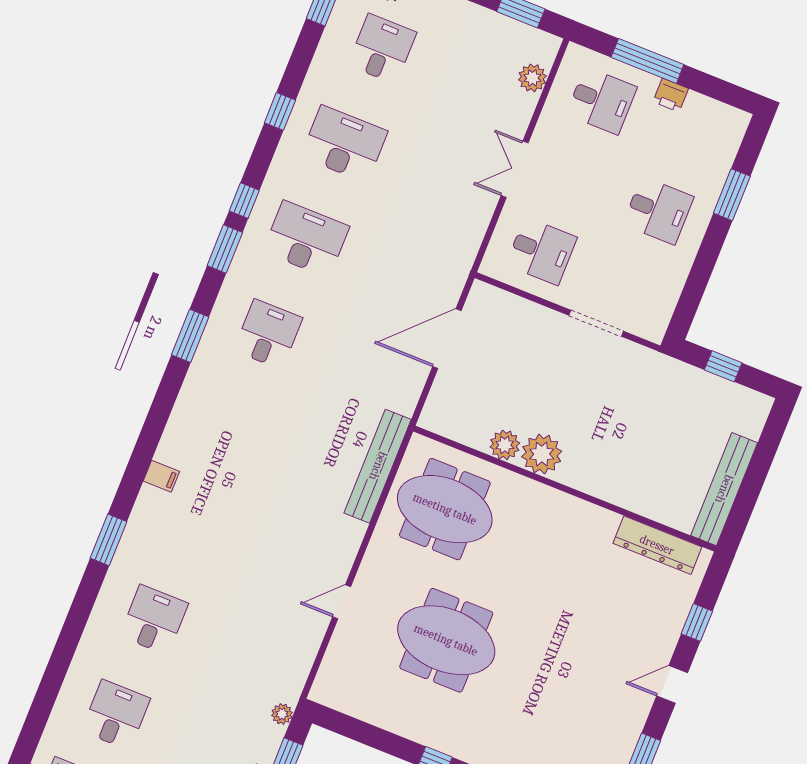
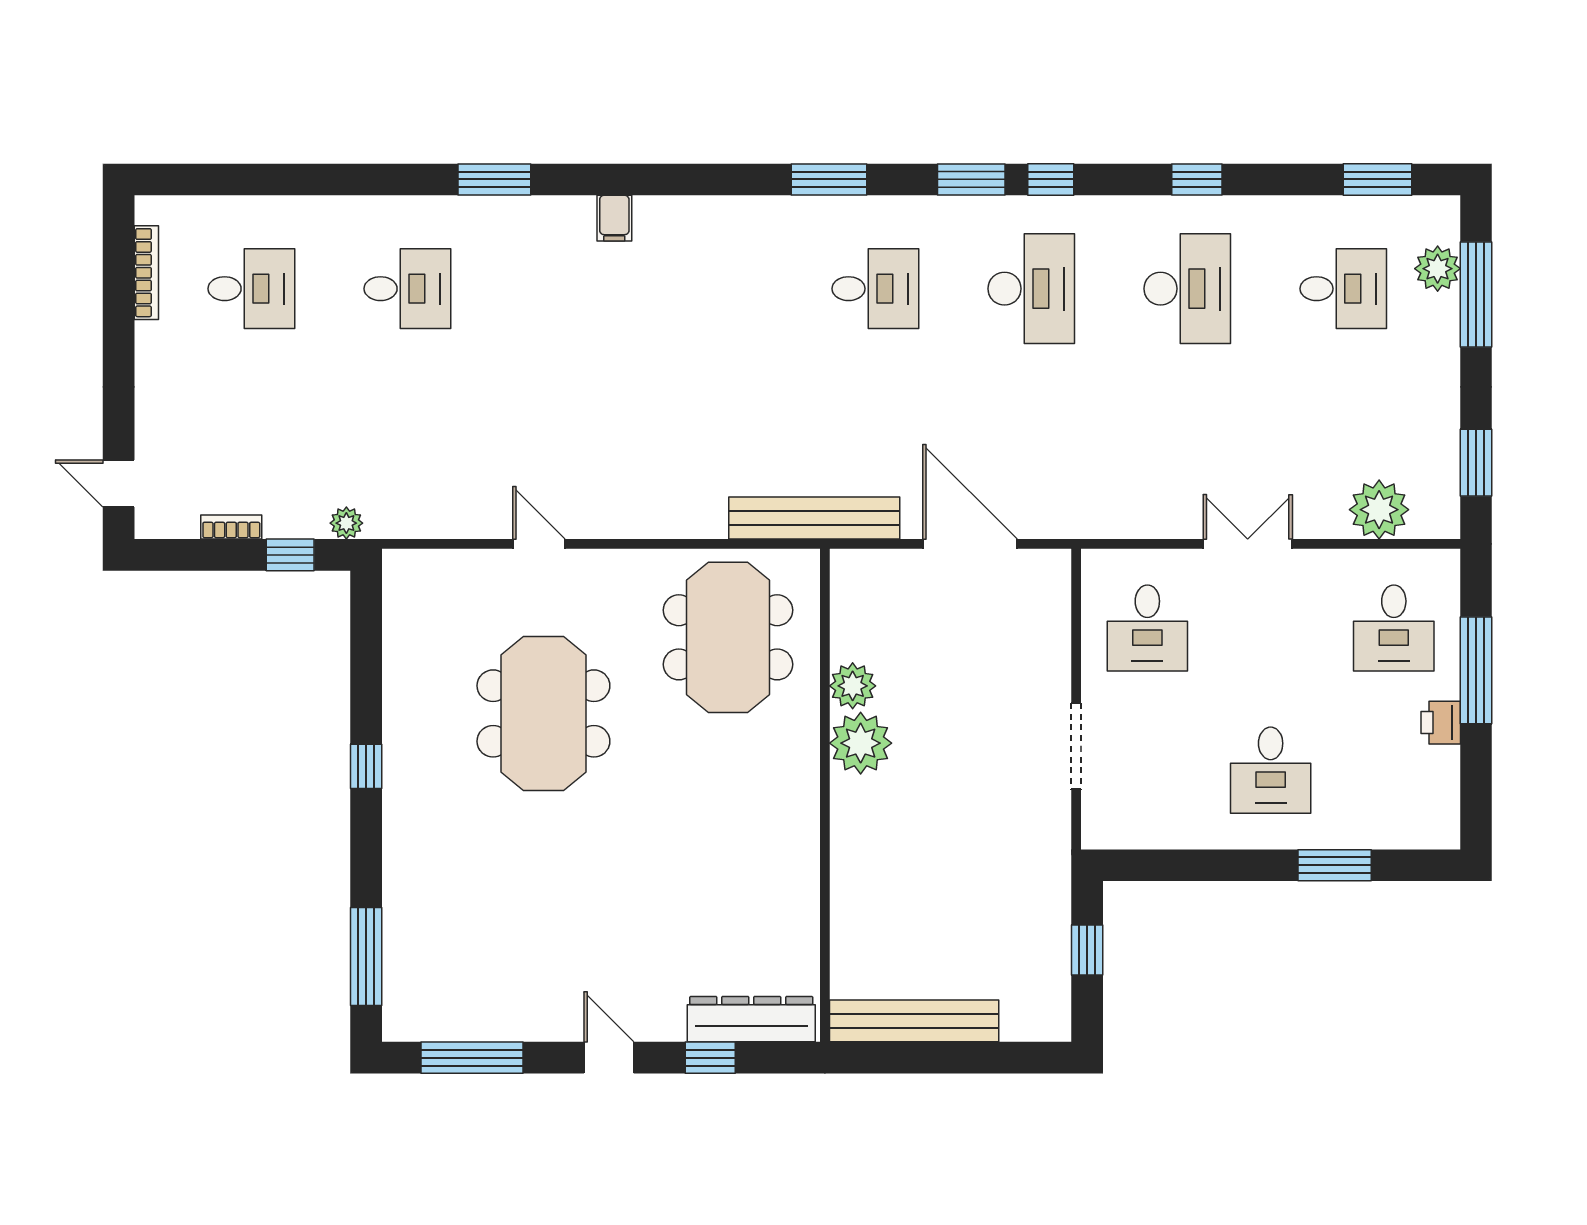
plant: (532, 78) -> (1379, 510), width x1.36, depth x1.36
bench: (378, 466) -> (814, 518), moved
dresser: (657, 545) -> (751, 1019), moved, turned 90

